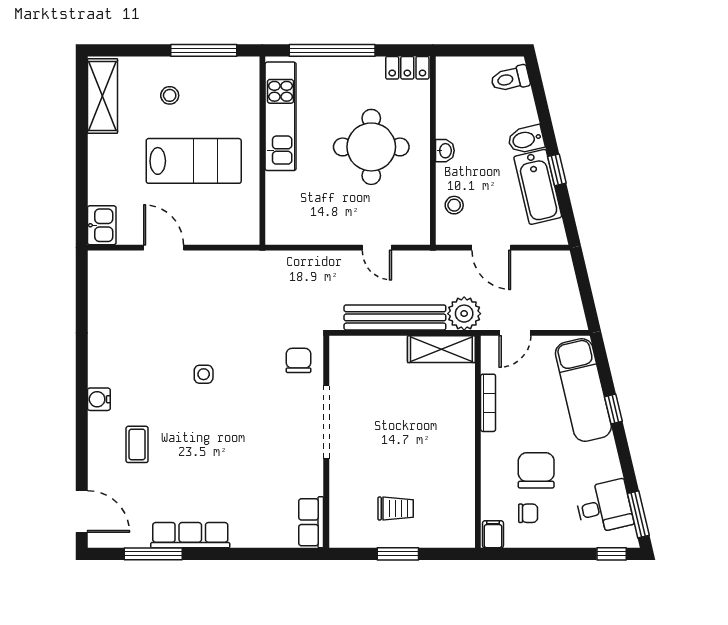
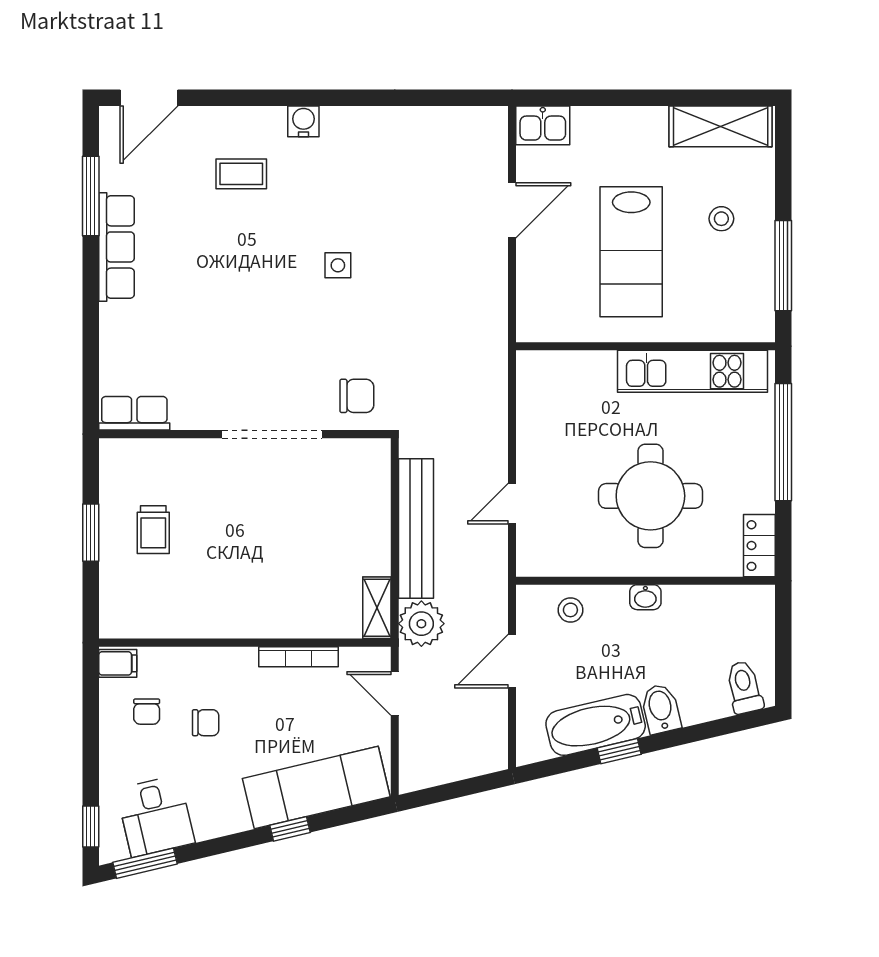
shelving: (441, 349) -> (377, 608), width x0.67, depth x0.75
chair: (536, 470) -> (206, 723), width x0.54, depth x0.54

